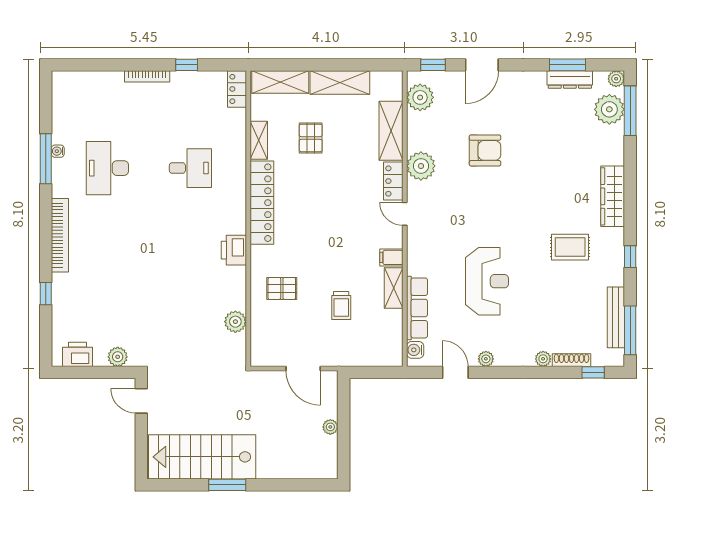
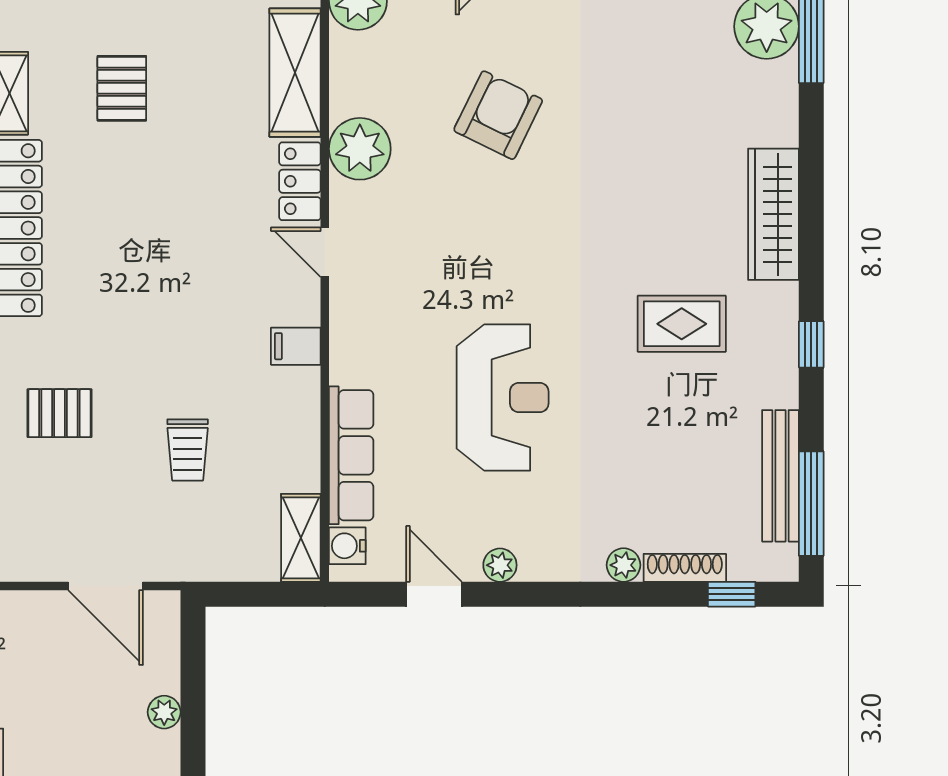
armchair: (485, 150) -> (498, 115), turned -64
shelving: (394, 288) -> (301, 538), moved

